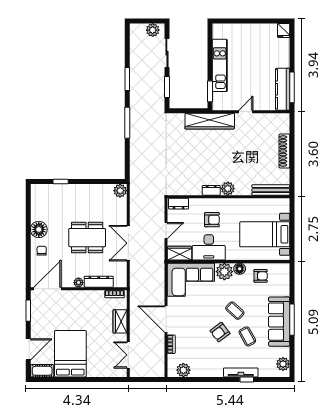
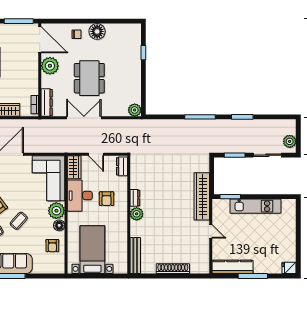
window: (292, 87) -> (253, 276), moved
dresser: (99, 282) -> (47, 103), moved
plant: (79, 283) -> (50, 66), width x1.88, depth x1.88
window: (28, 311) -> (19, 21), width x1.44

